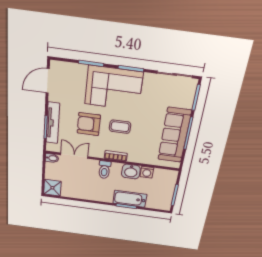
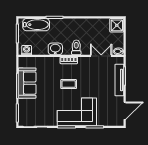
armchair: (89, 124) -> (92, 83), removed
sofa: (174, 135) -> (27, 83), width x0.73
double door: (74, 156) -> (101, 56), swing flipped
washing machine: (147, 172) -> (27, 50), moved
bathtub: (130, 199) -> (36, 25), moved

